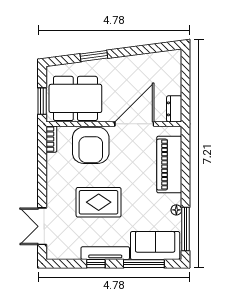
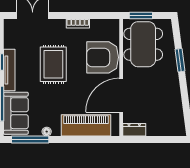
door: (134, 124) -> (121, 95), swing flipped
bookcase: (51, 139) -> (78, 23), moved

